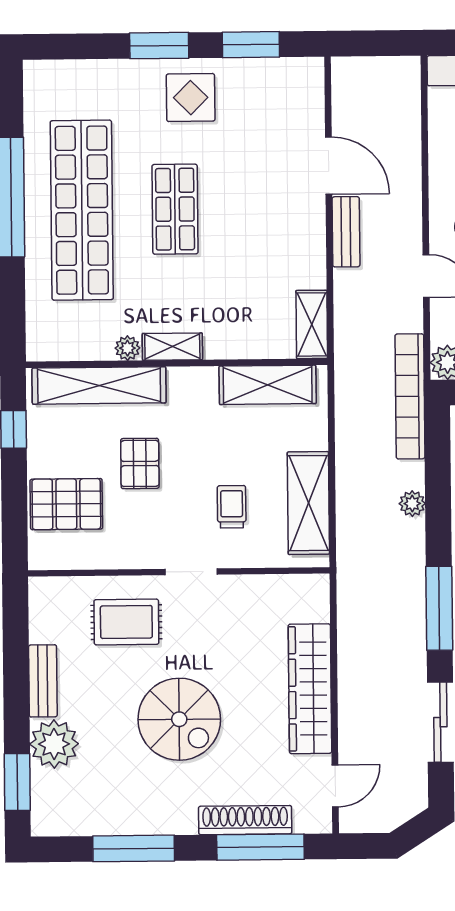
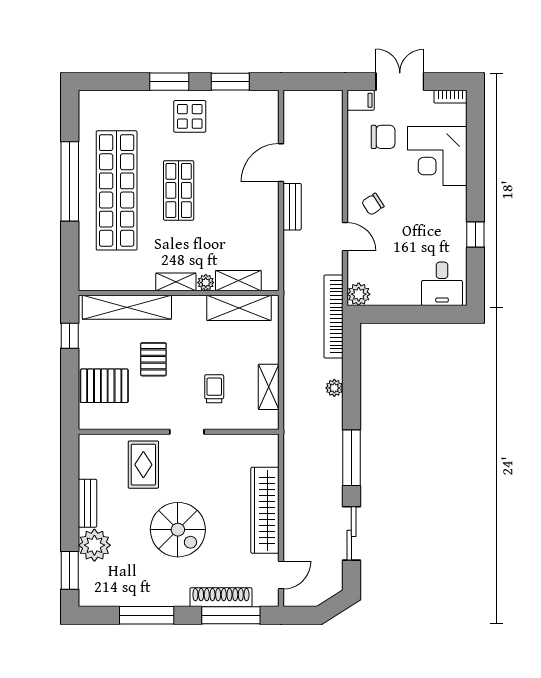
door: (329, 166) -> (281, 163), swing flipped
shelving: (312, 324) -> (238, 281), moved, turned 90
plant: (127, 348) -> (206, 283), moved
shelving: (308, 503) -> (269, 387), width x0.67, depth x0.75
rug: (126, 622) -> (143, 465), turned 90

